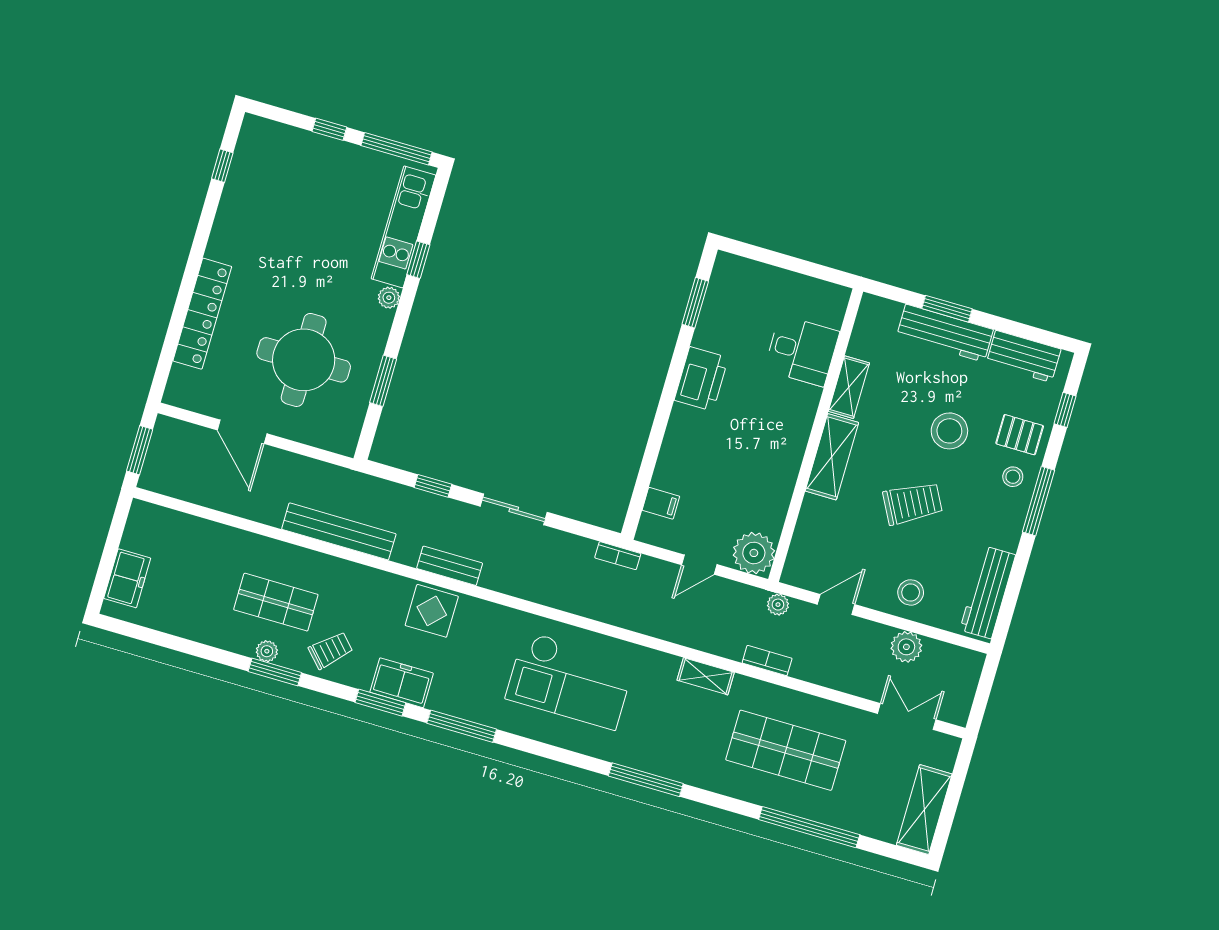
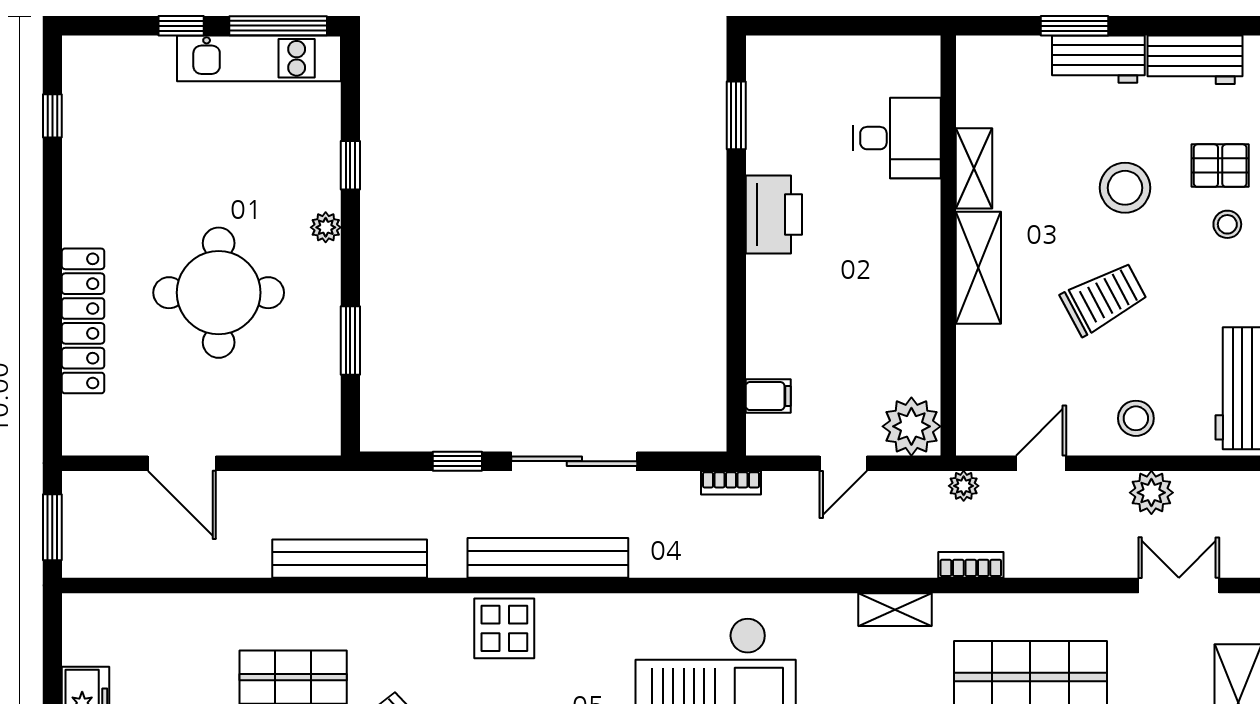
kitchen unit: (403, 227) -> (259, 58), moved, turned -90
workbench: (945, 333) -> (1098, 59), width x0.73
round table: (304, 360) -> (219, 293), moved
sliding door: (514, 509) -> (574, 461), width x1.37
bench: (450, 566) -> (548, 558), width x1.86, depth x1.21

